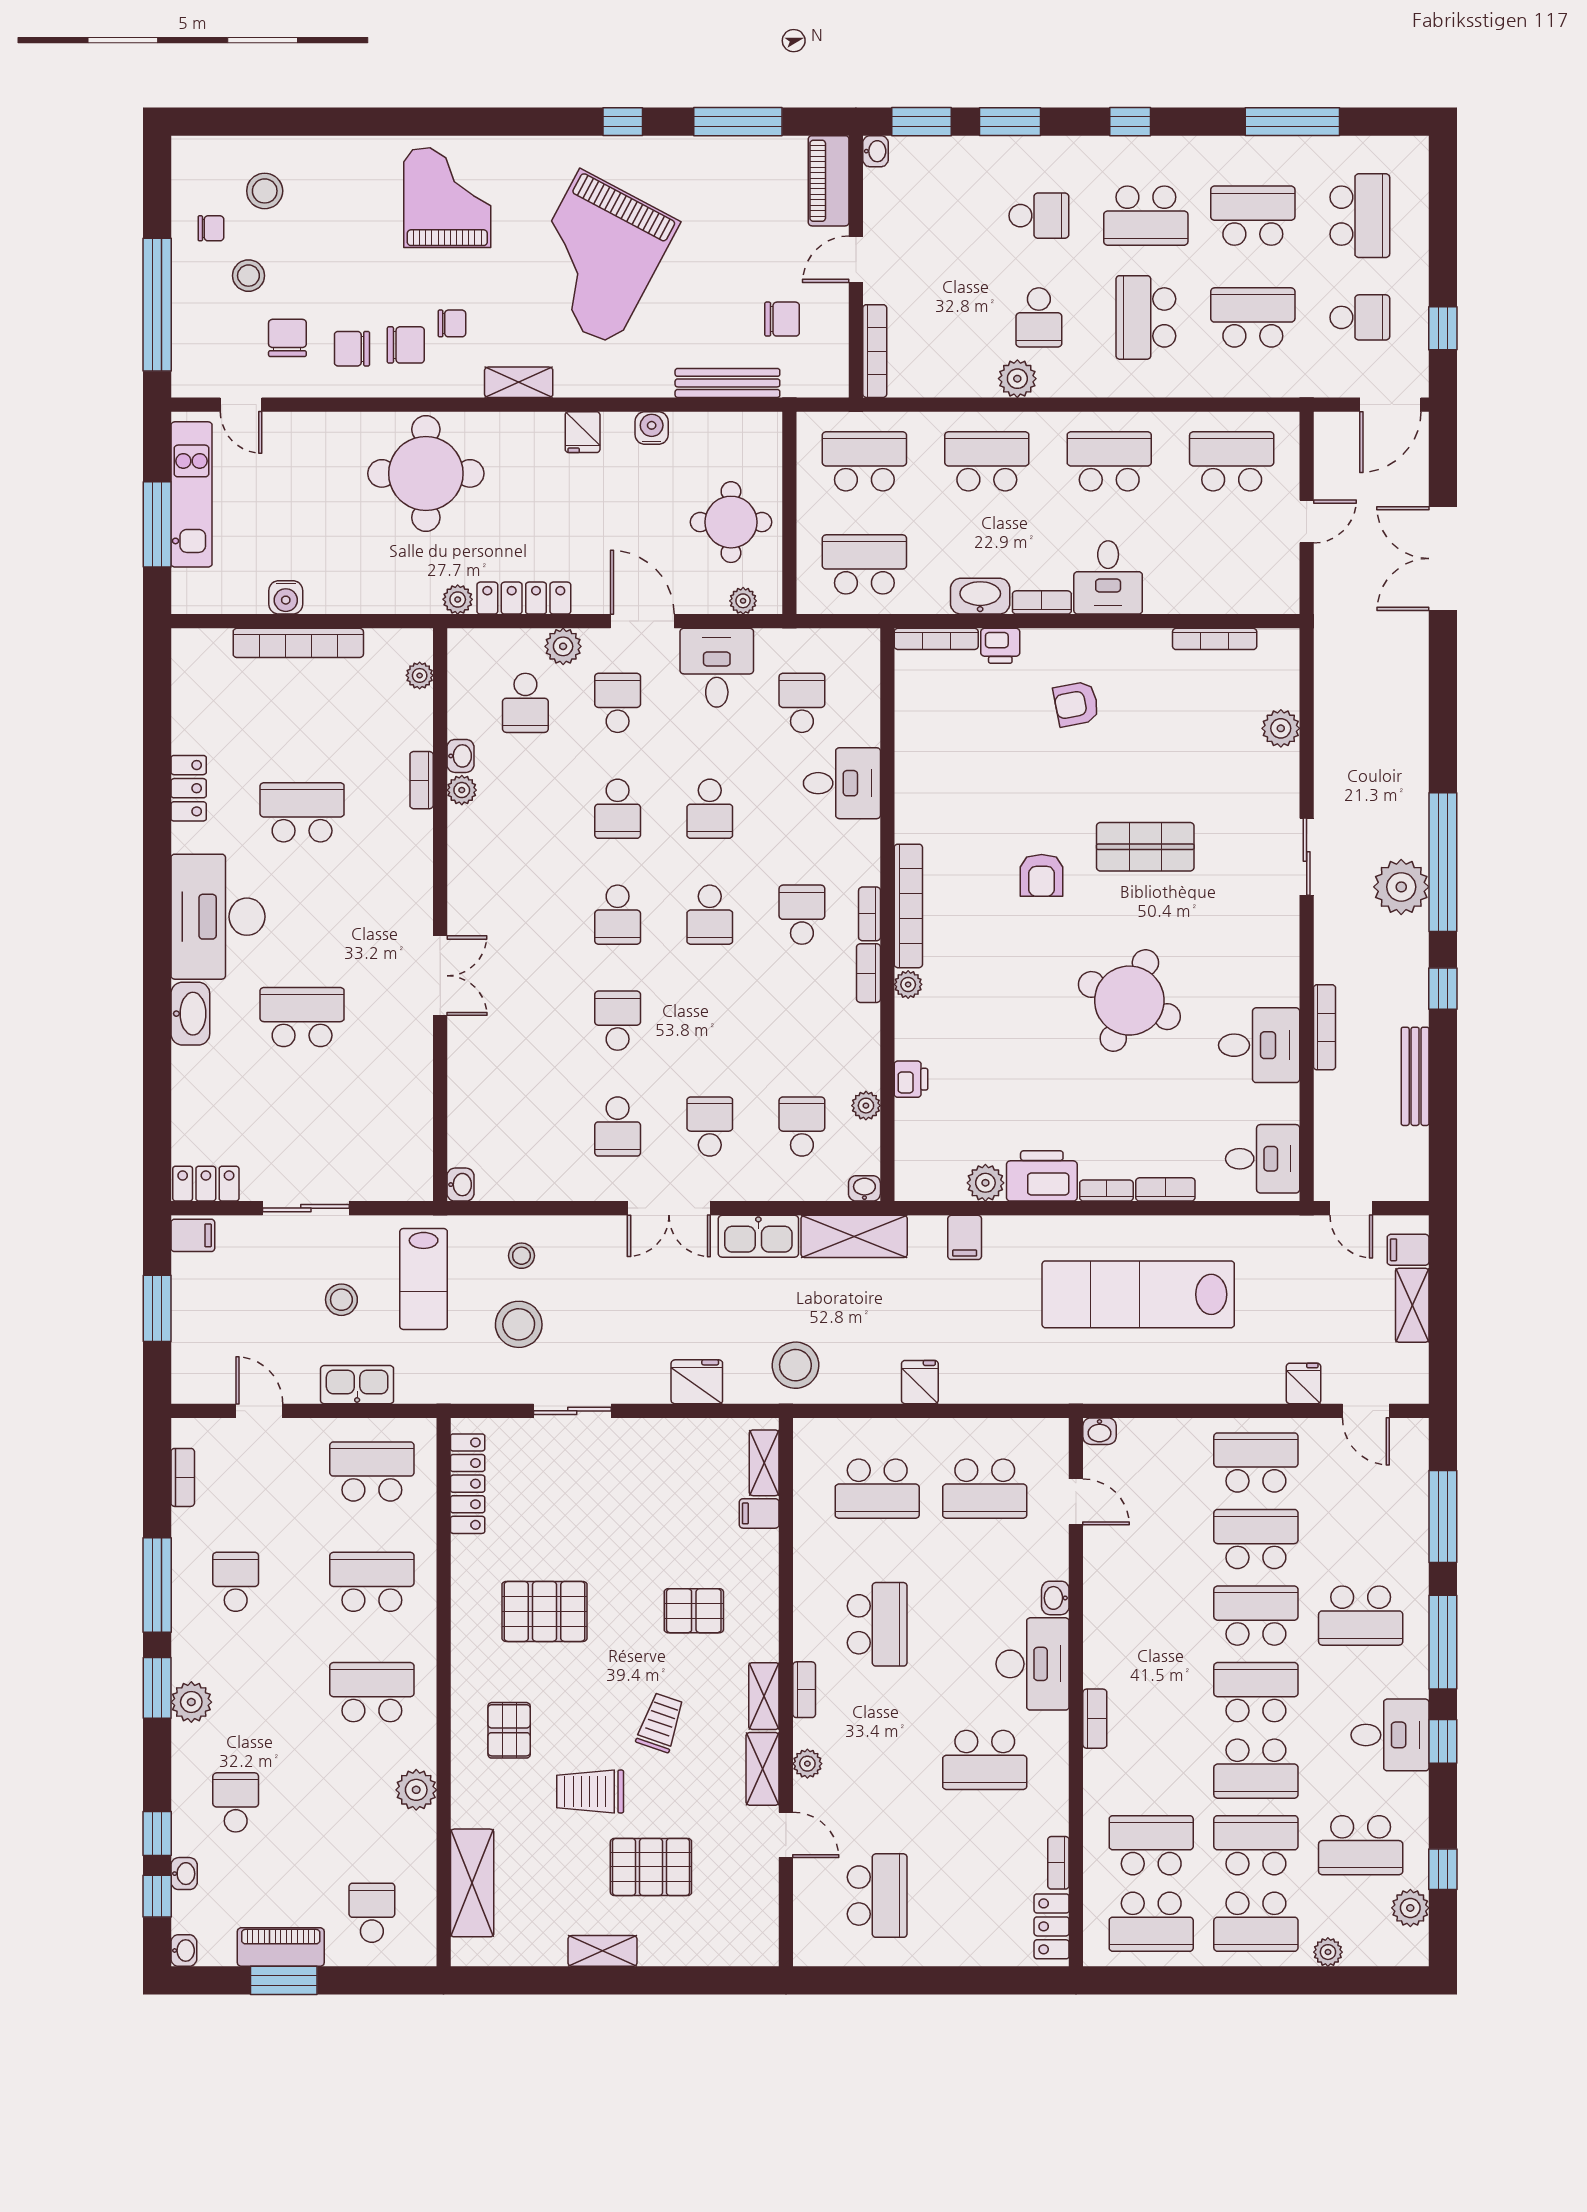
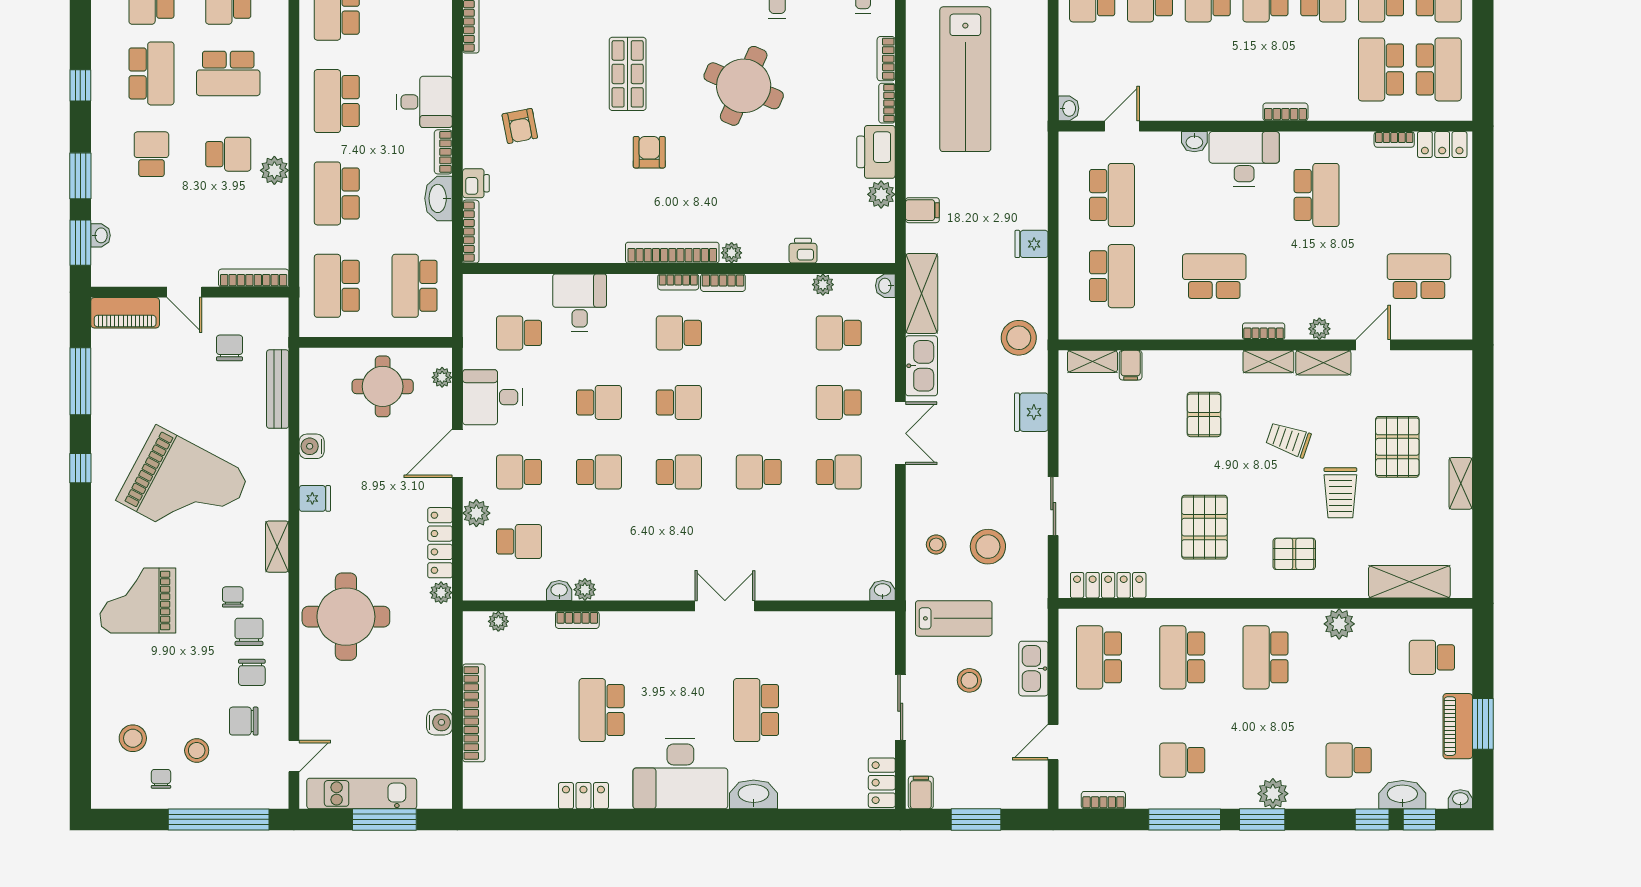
washbasin: (876, 151) -> (101, 235), moved, turned 90
armchair: (1042, 875) -> (649, 152), turned -90
washbasin: (184, 1874) -> (1402, 795), width x1.91, depth x1.45

